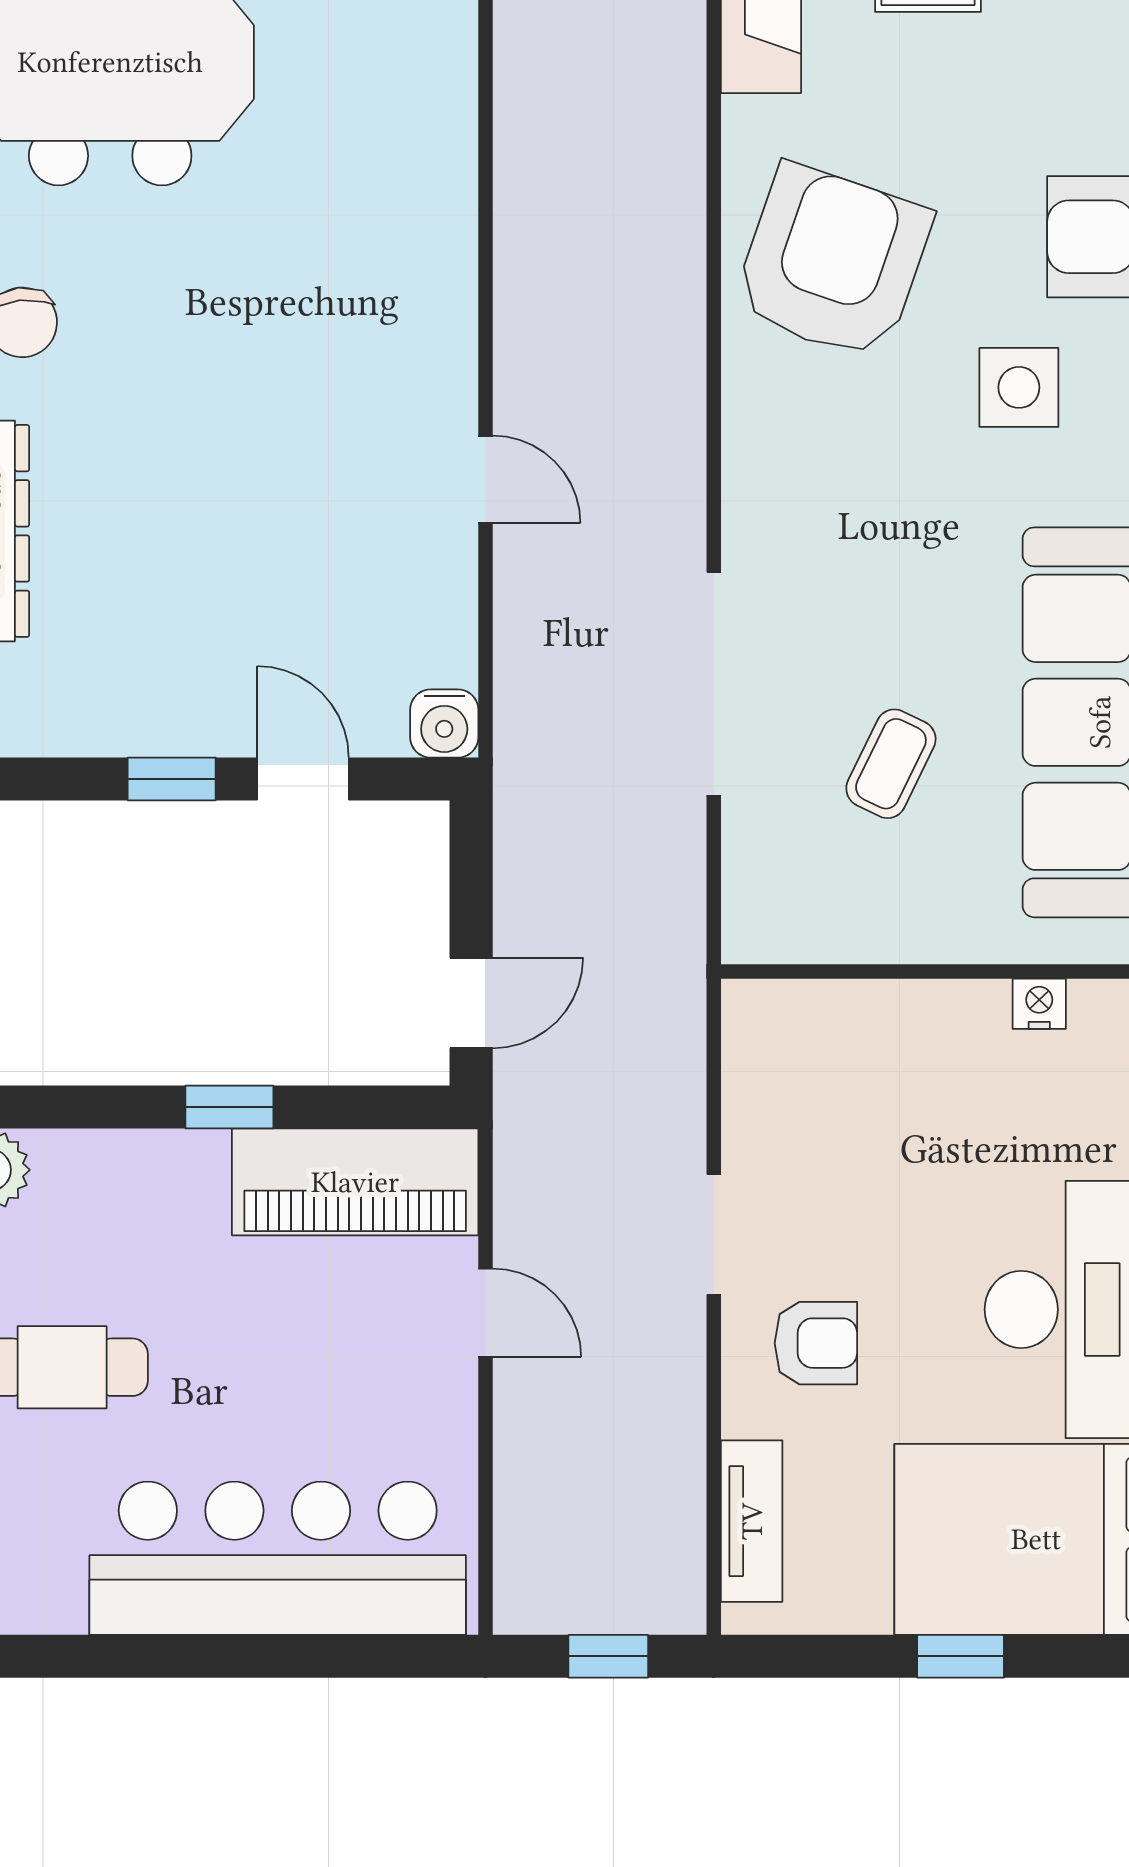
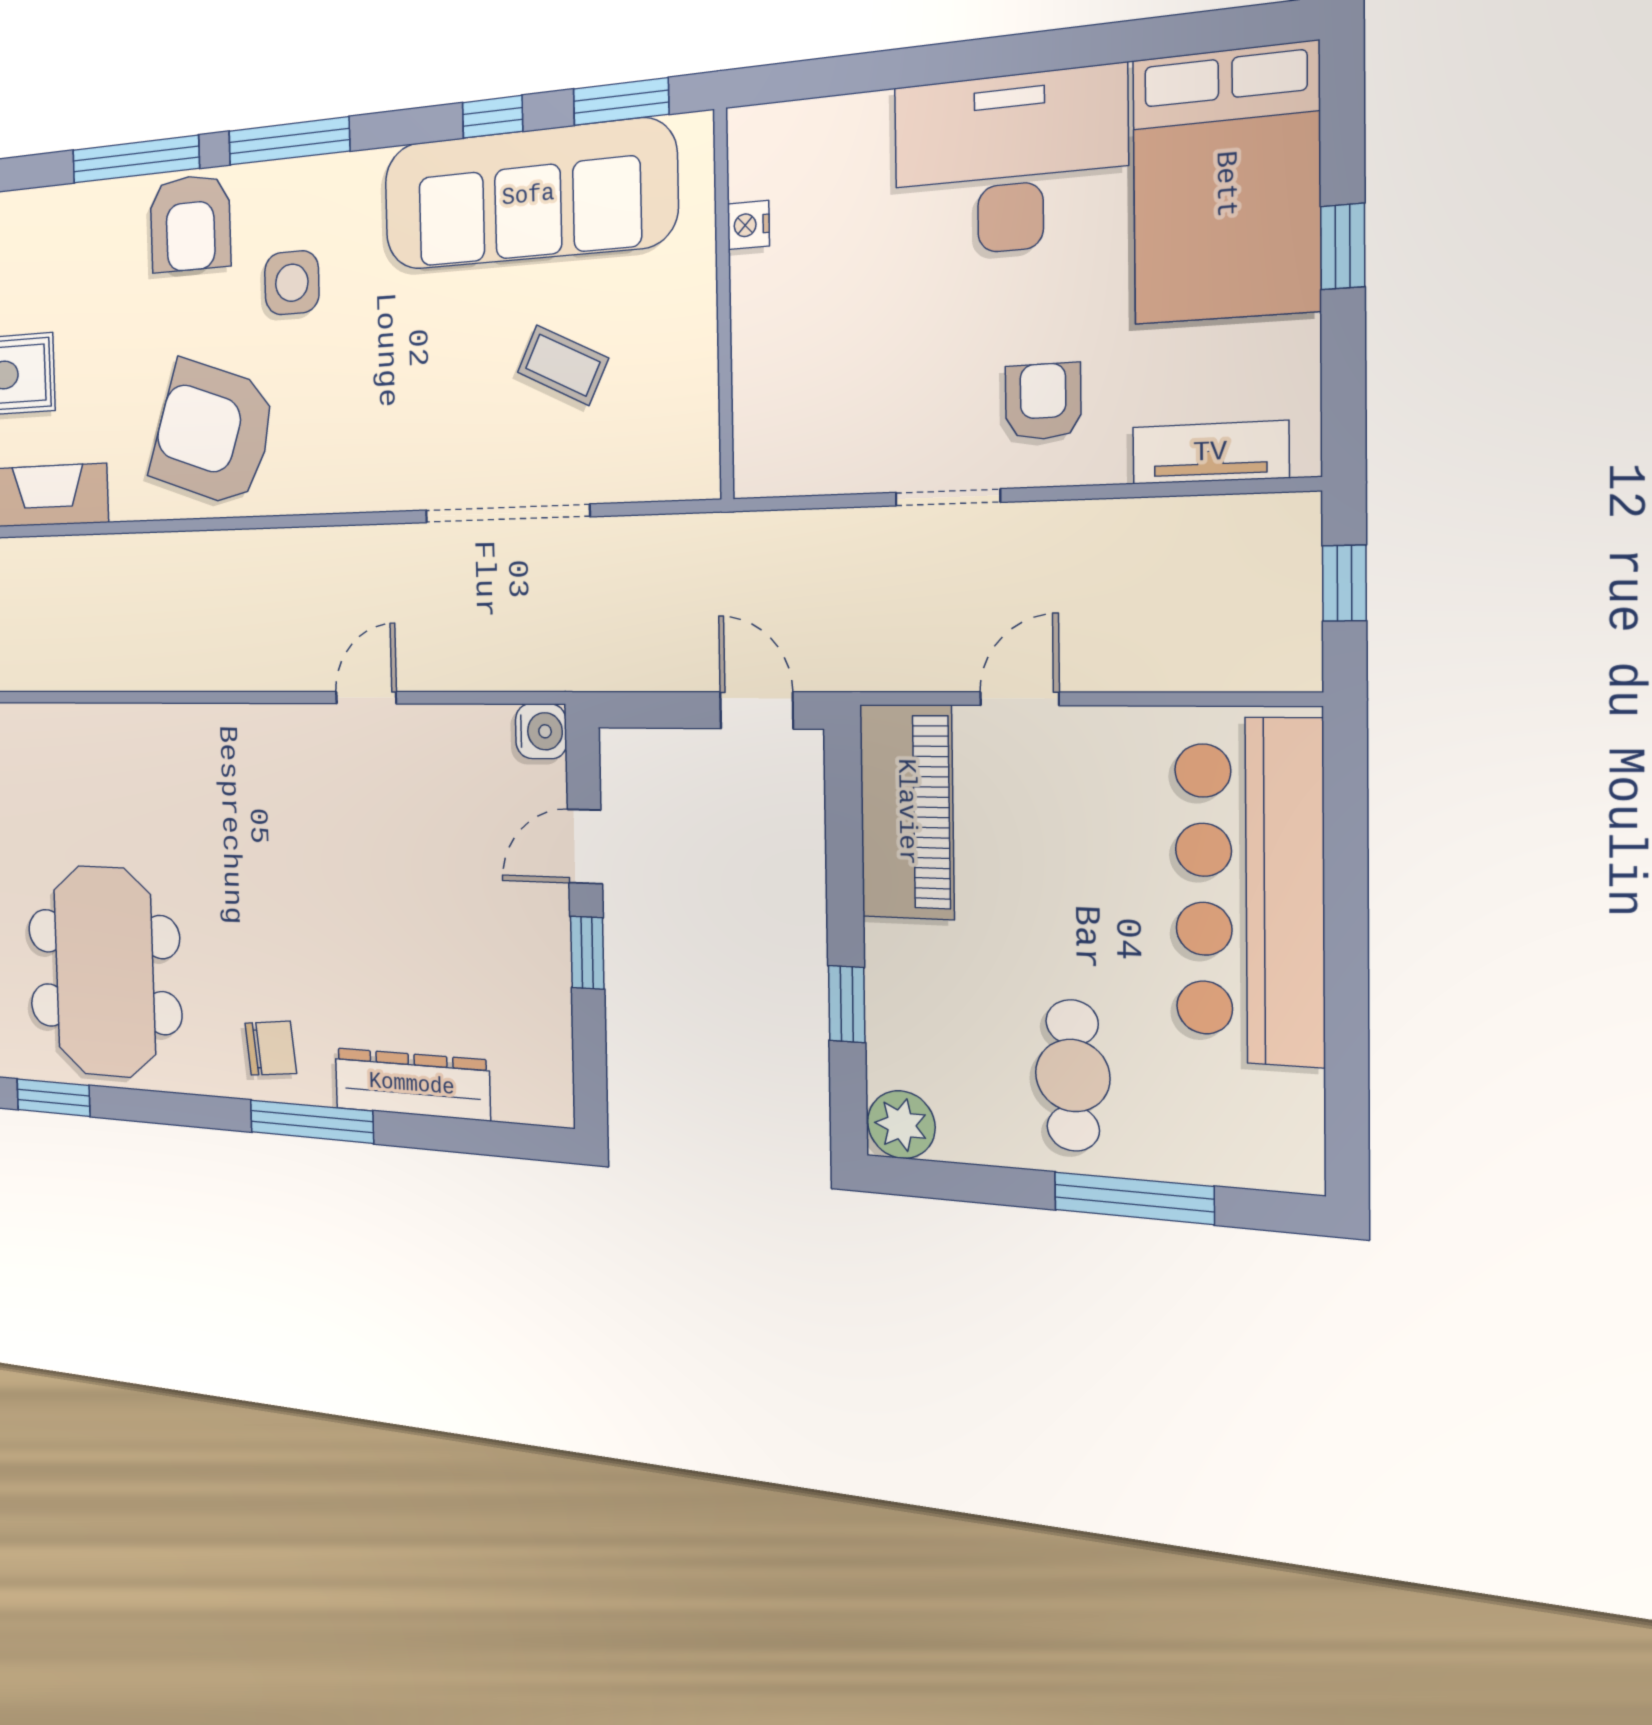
window: (229, 1107) -> (847, 1004), moved

